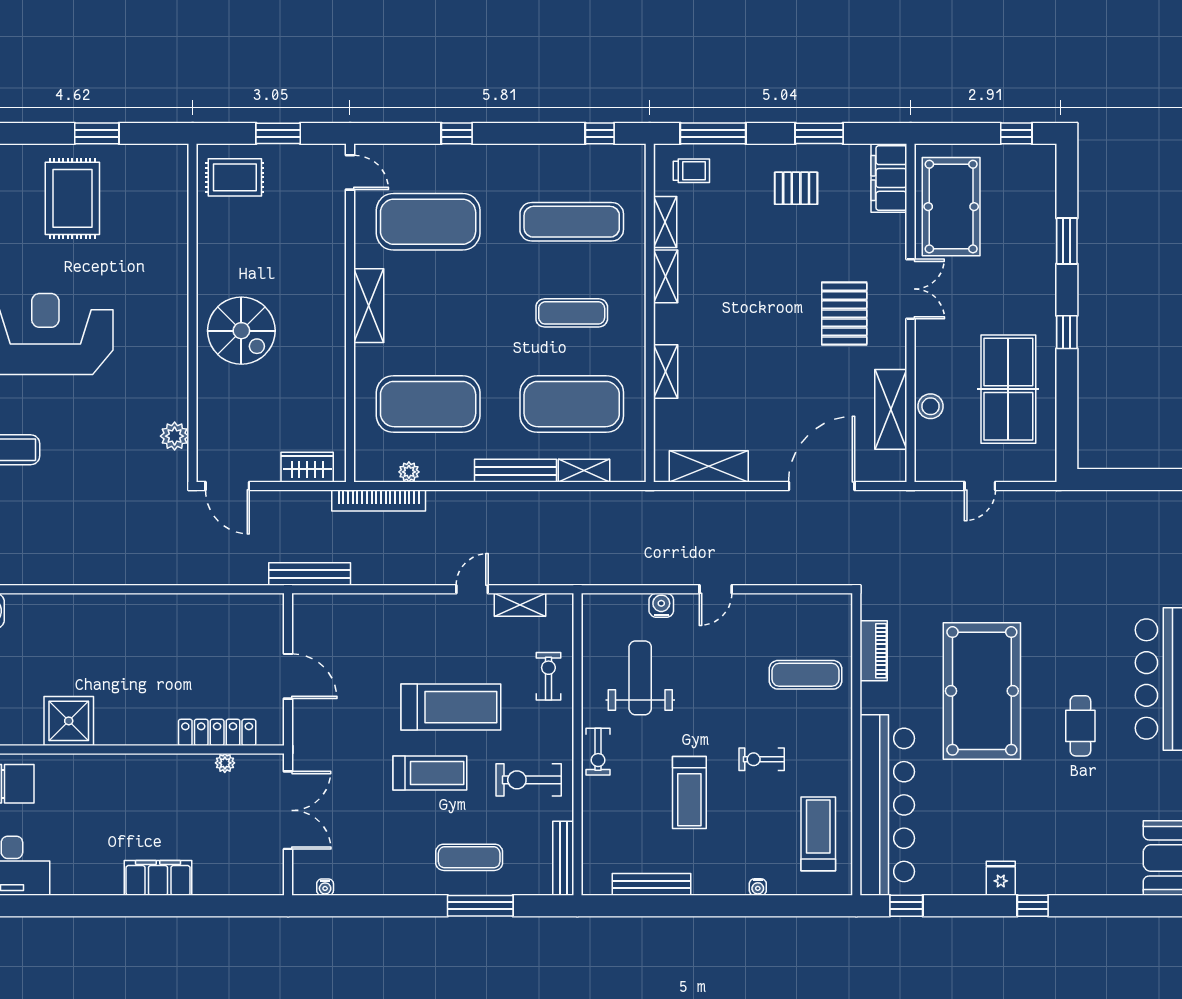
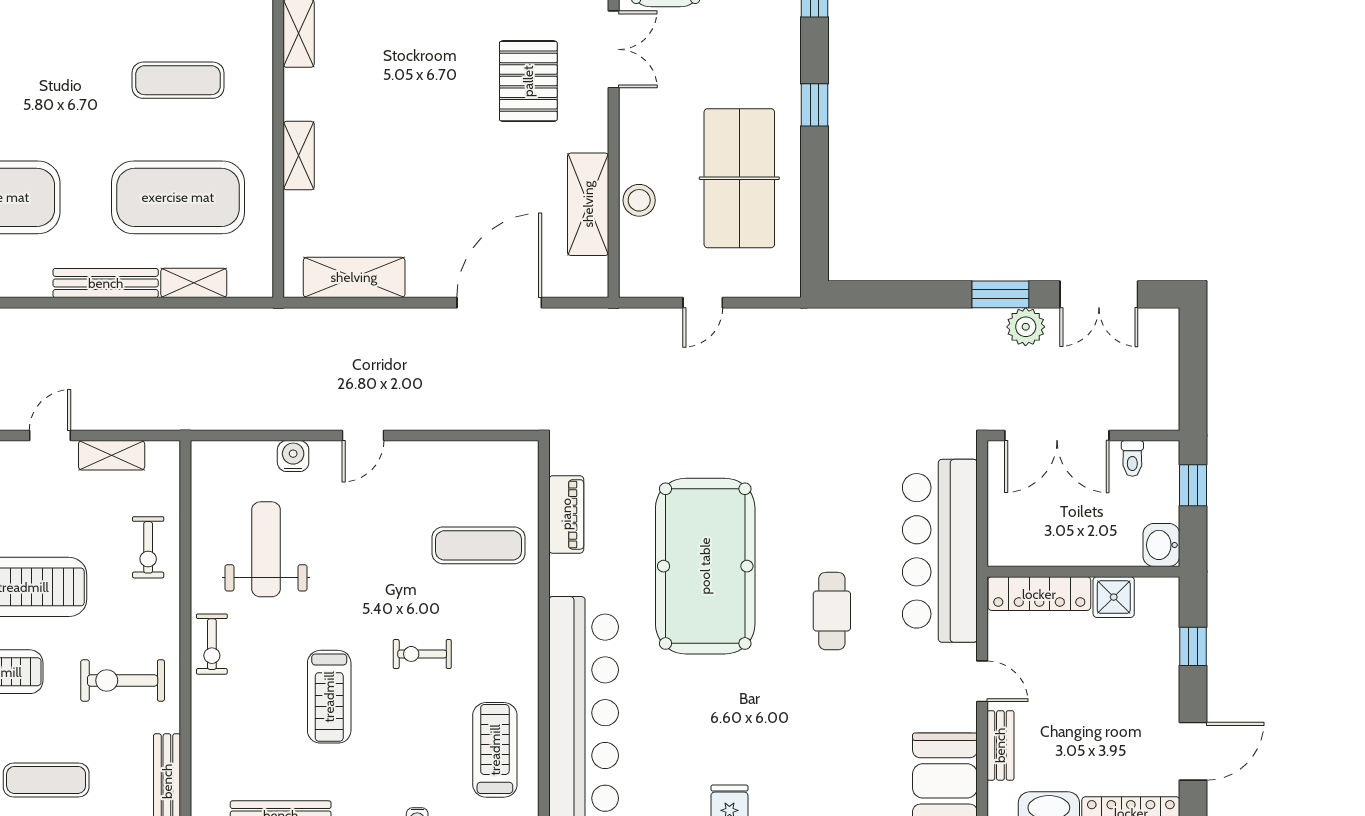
exercise bike: (548, 676) -> (148, 547), turned 180

